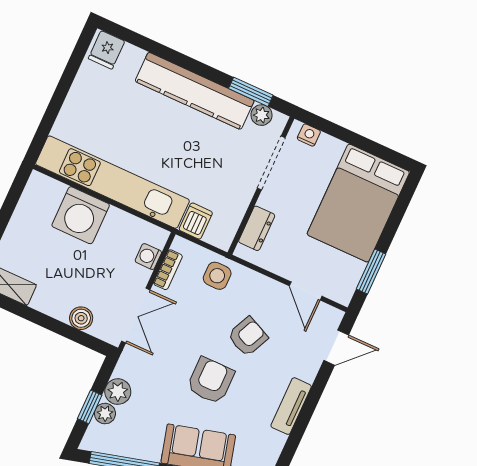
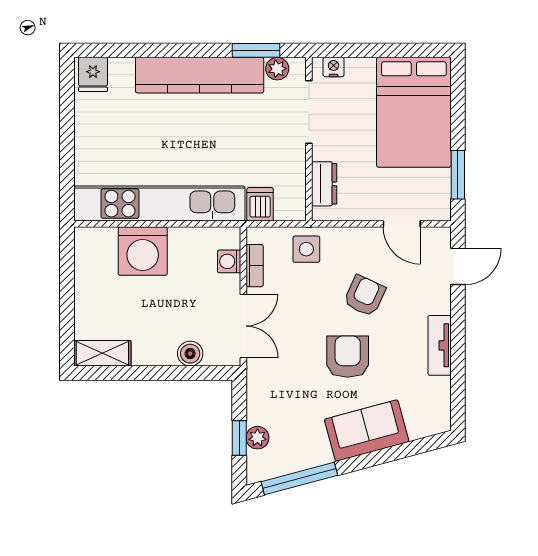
plant: (118, 392) -> (260, 410), removed

